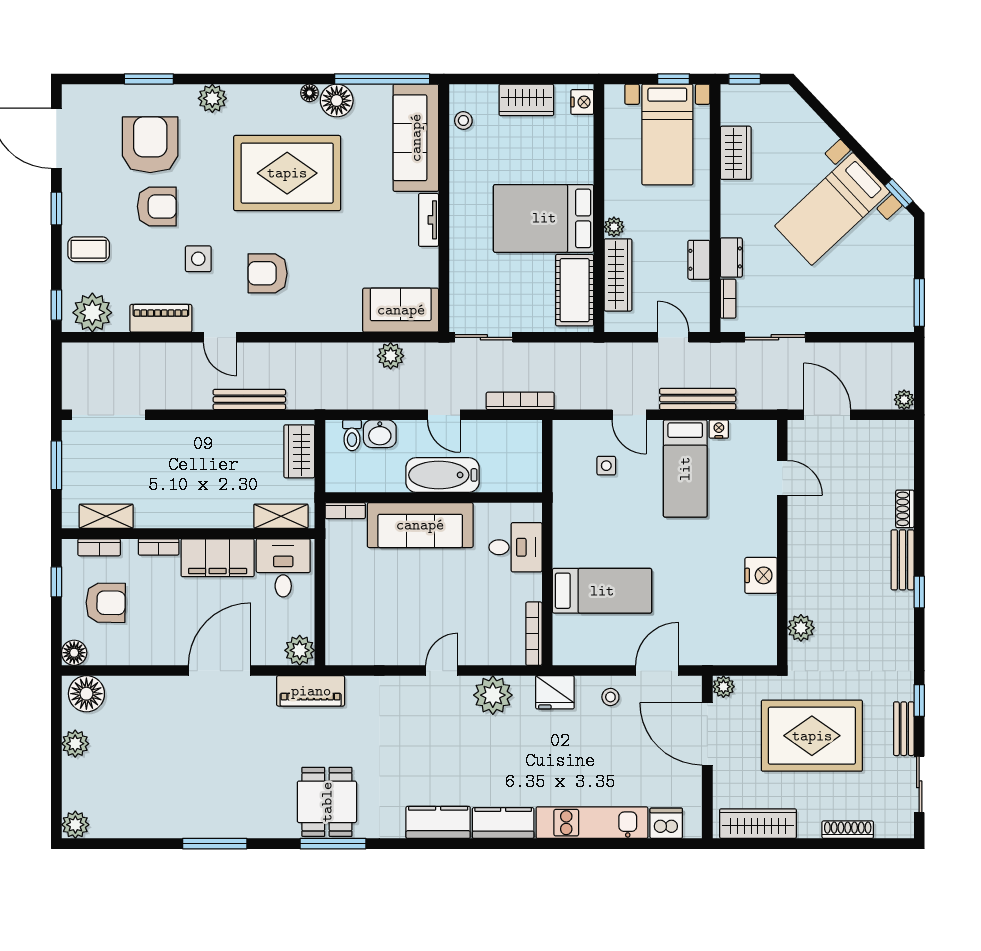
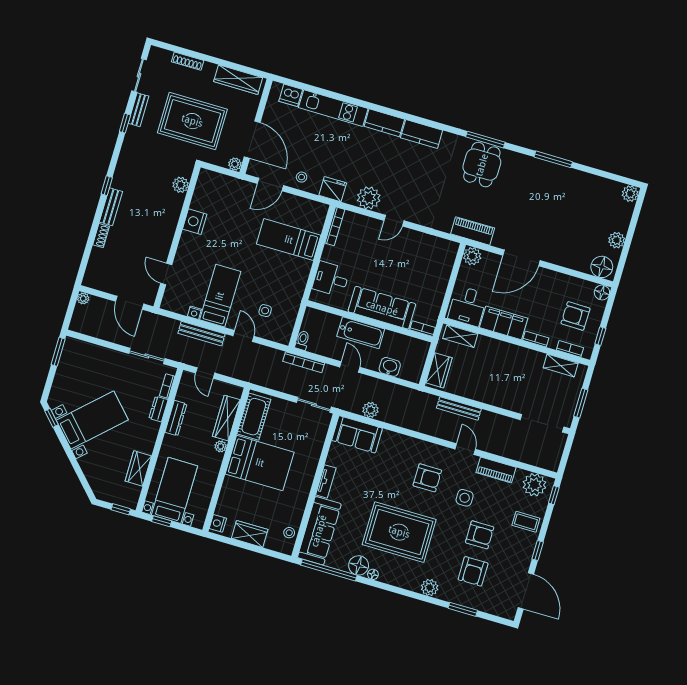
armchair: (150, 145) -> (473, 571), width x0.73, depth x0.73
armchair: (157, 206) -> (480, 535), turned 180
dresser: (699, 260) -> (176, 418), width x1.44
toilet: (352, 435) -> (302, 340), moved

